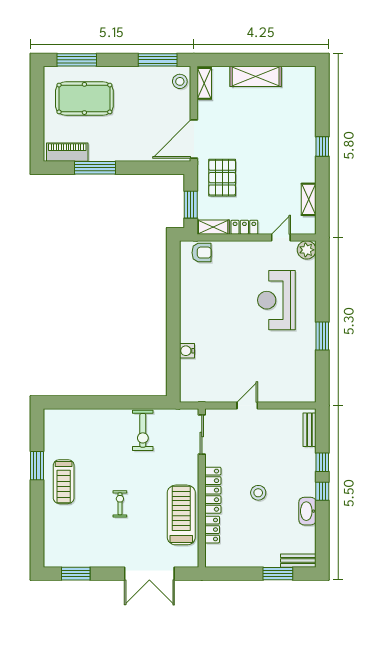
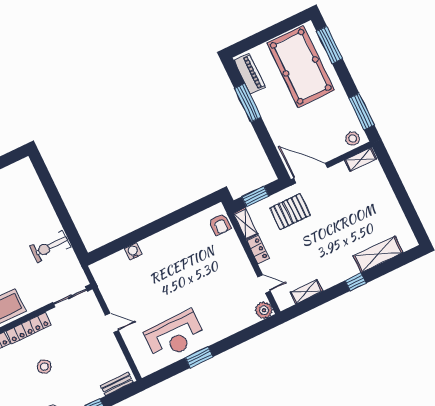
shelving: (256, 76) -> (378, 254), moved, turned 90
pool table: (84, 98) -> (301, 67), width x1.36, depth x1.32
reception desk: (276, 300) -> (175, 335), moved, turned 180

